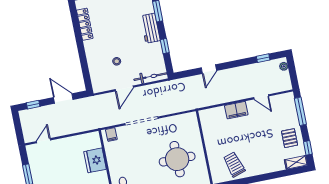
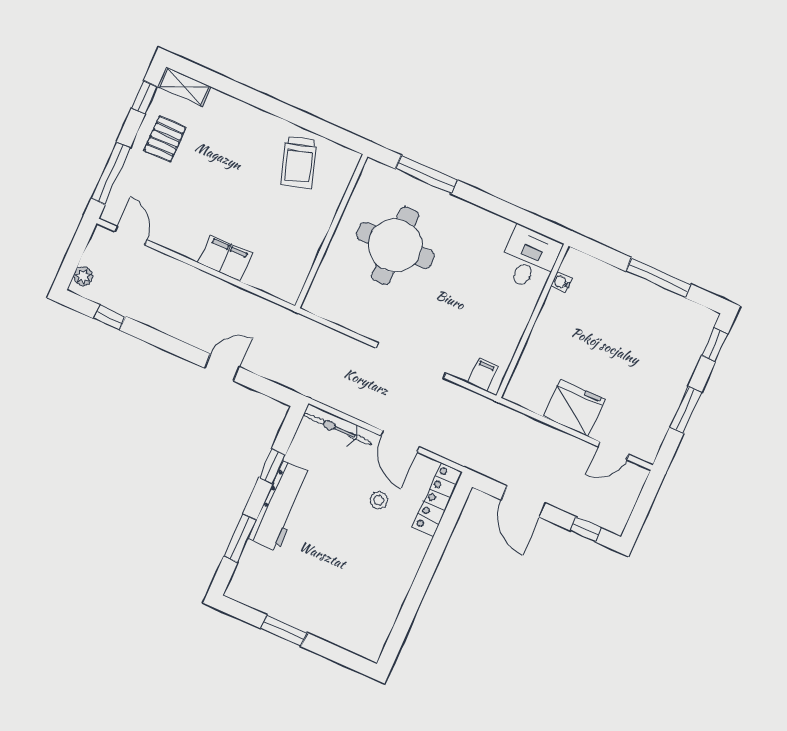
locker: (85, 24) -> (437, 500), moved
workbench: (150, 28) -> (280, 506), width x1.38
door: (124, 88) -> (400, 441), swing flipped
door: (261, 97) -> (131, 236), moved
fridge: (95, 160) -> (574, 408), moved, turned -90

